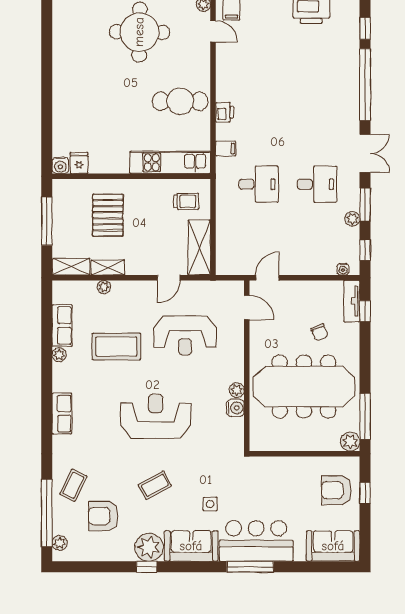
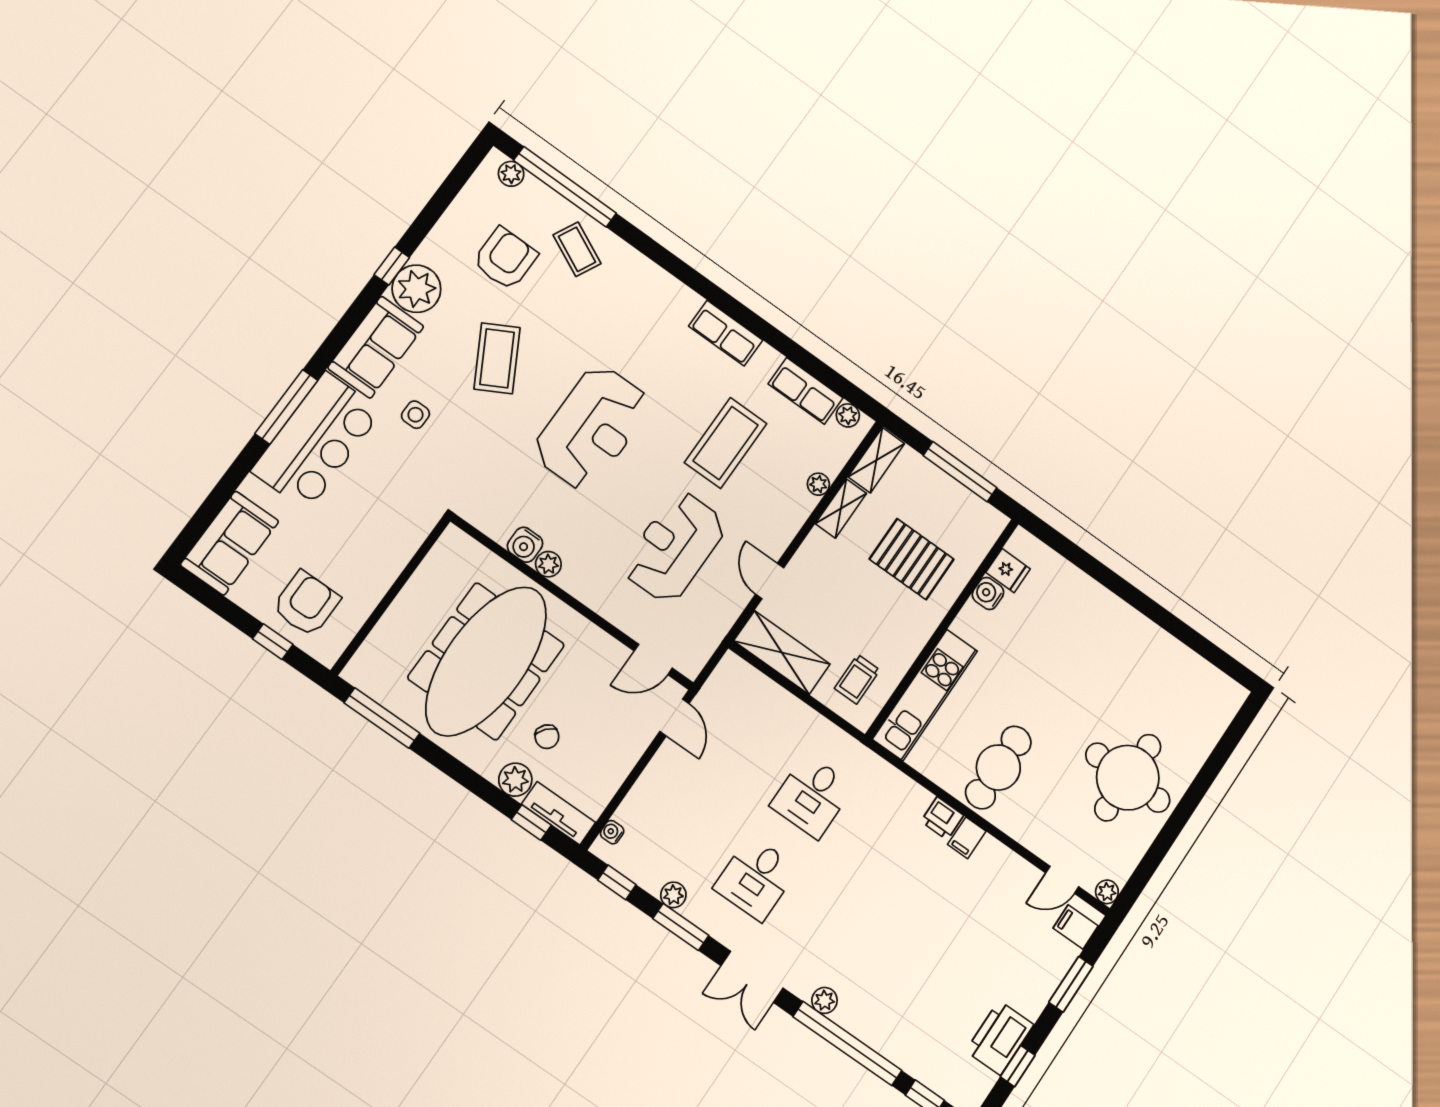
plant: (352, 110) -> (824, 1000), added
filing cabinet: (226, 149) -> (967, 838), moved
water cooler: (60, 165) -> (988, 594), moved
chair: (319, 332) -> (547, 737), turned -117
plant: (59, 355) -> (848, 415), moved
row of seats: (62, 414) -> (726, 333), moved
plant: (350, 442) -> (515, 780), moved
coffee table: (155, 485) -> (497, 358), width x1.36, depth x1.30

